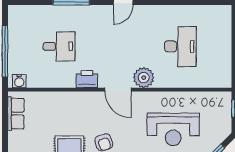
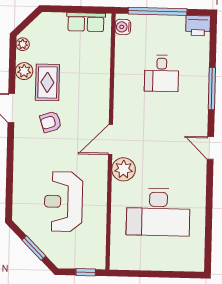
desk: (180, 46) -> (158, 212), width x1.36, depth x1.30
printer: (87, 79) -> (198, 26), moved, turned 90

